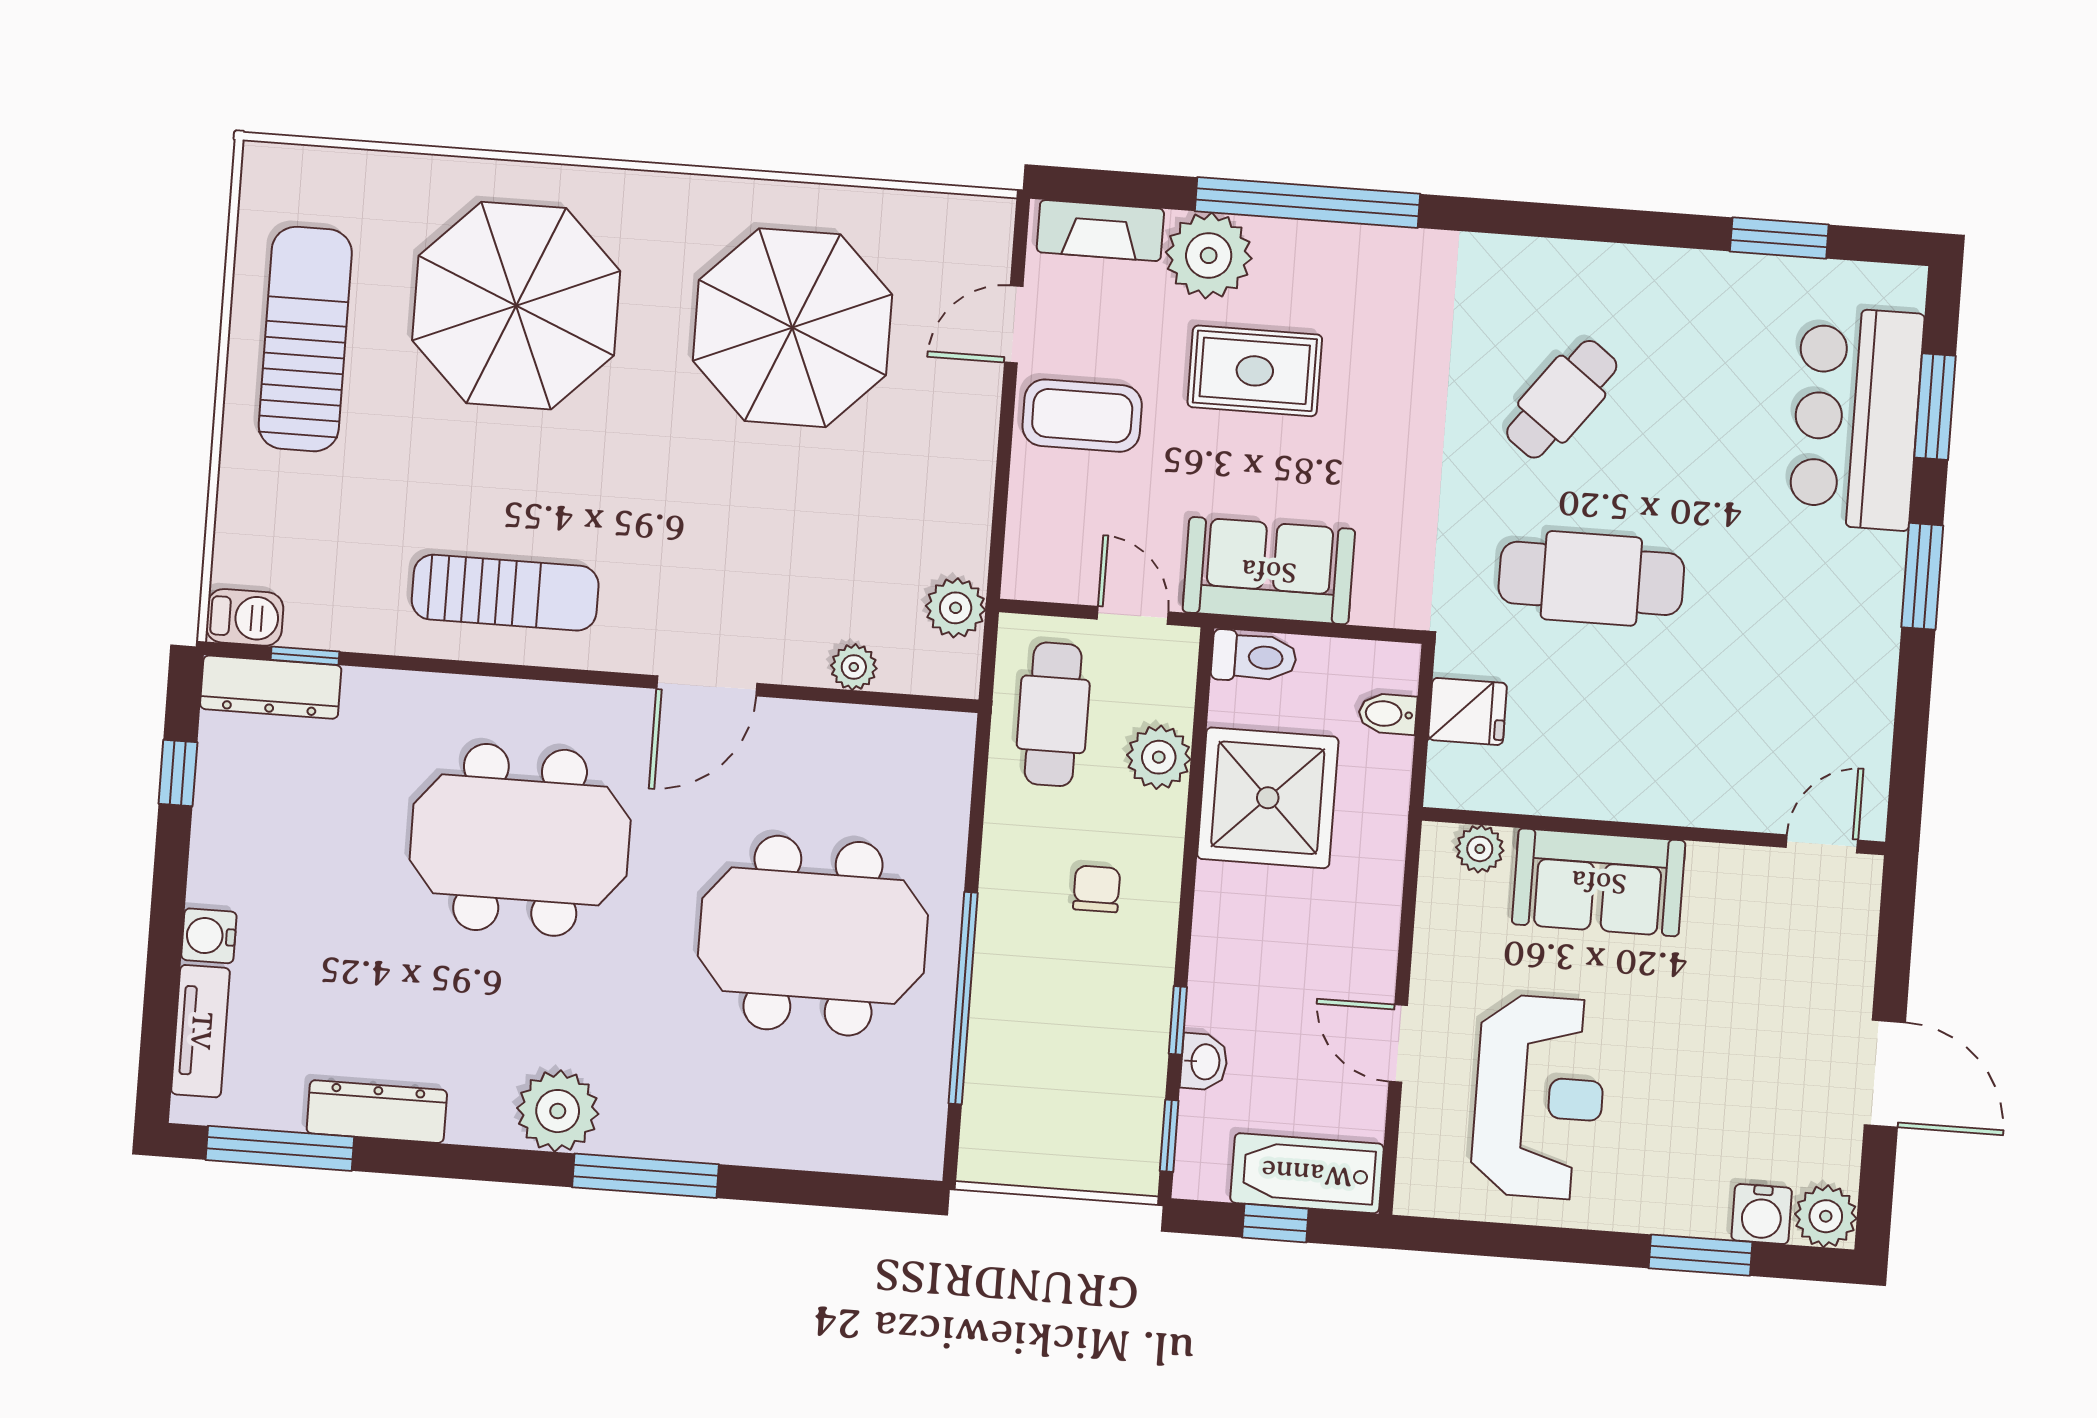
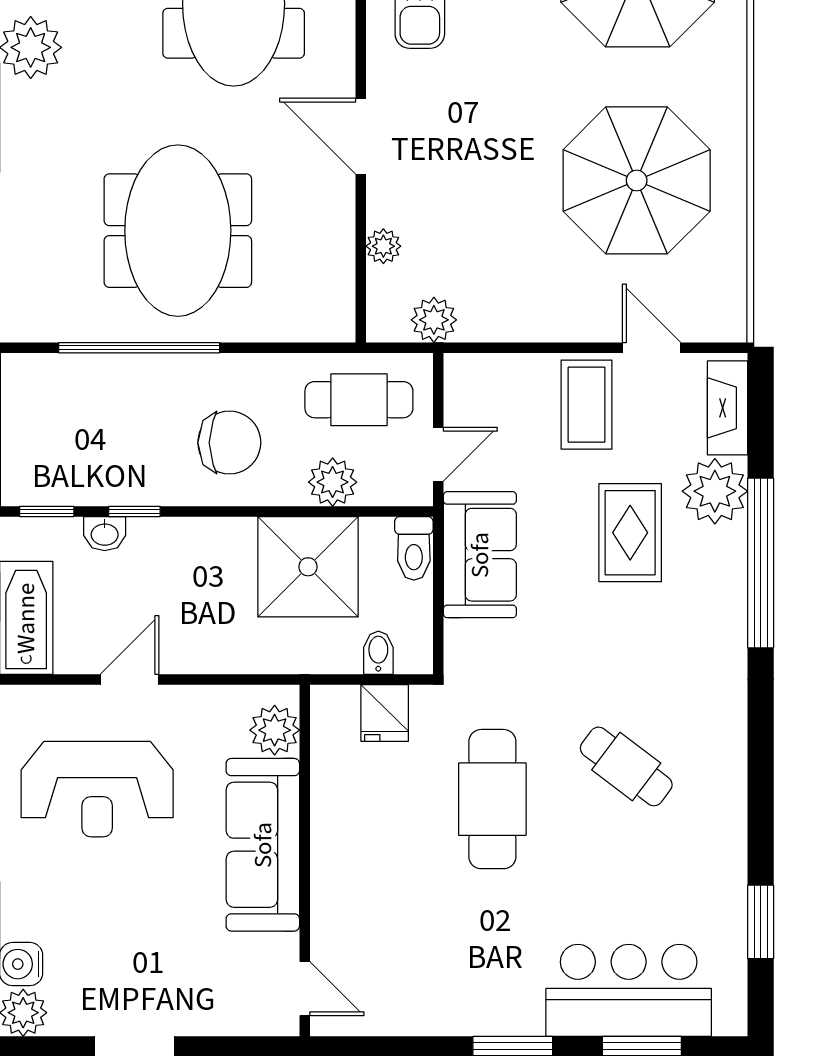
plant: (1480, 849) -> (275, 730), width x1.38, depth x1.38
sofa: (1599, 882) -> (263, 845), width x1.36
chair: (1097, 889) -> (229, 443), width x1.87, depth x1.87

